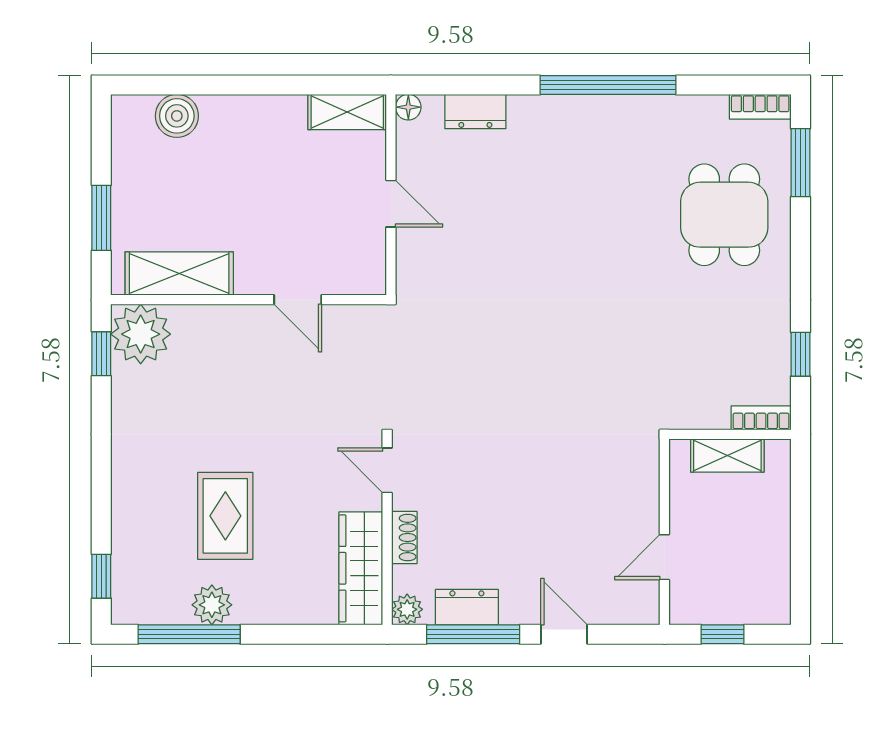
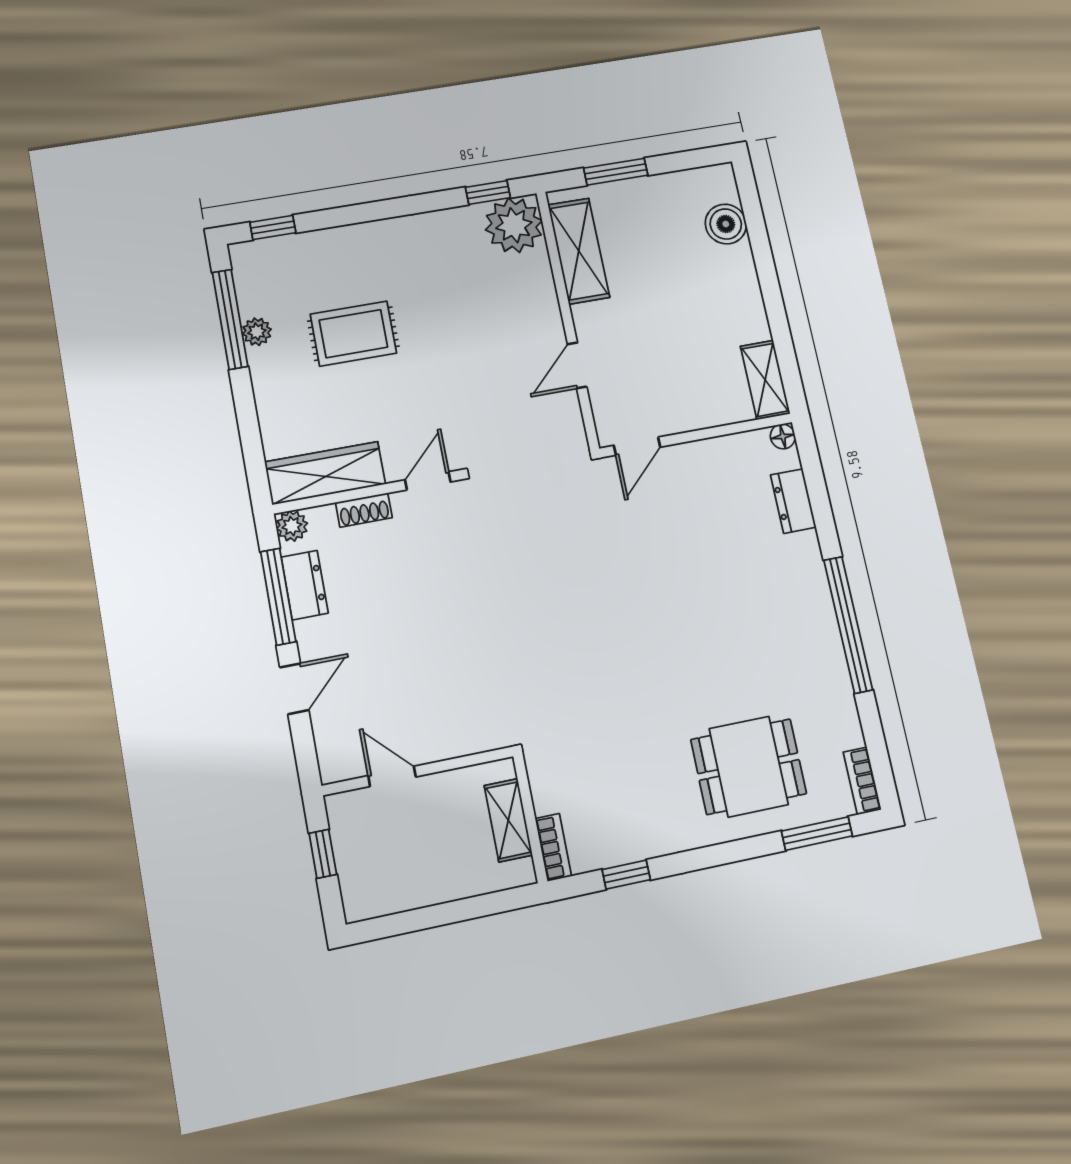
door: (391, 204) -> (637, 446), moved
plant: (212, 605) -> (257, 332), width x0.73, depth x0.73

